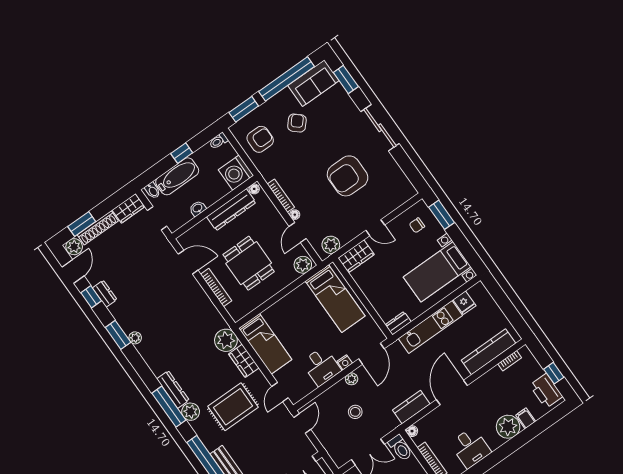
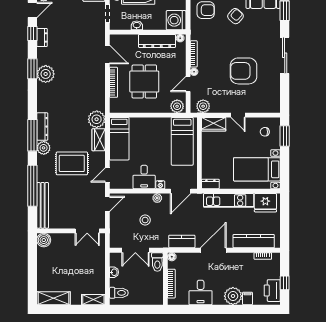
fridge: (464, 303) -> (265, 203), width x1.88, depth x1.34
plant: (135, 338) -> (46, 74), width x1.88, depth x1.88

